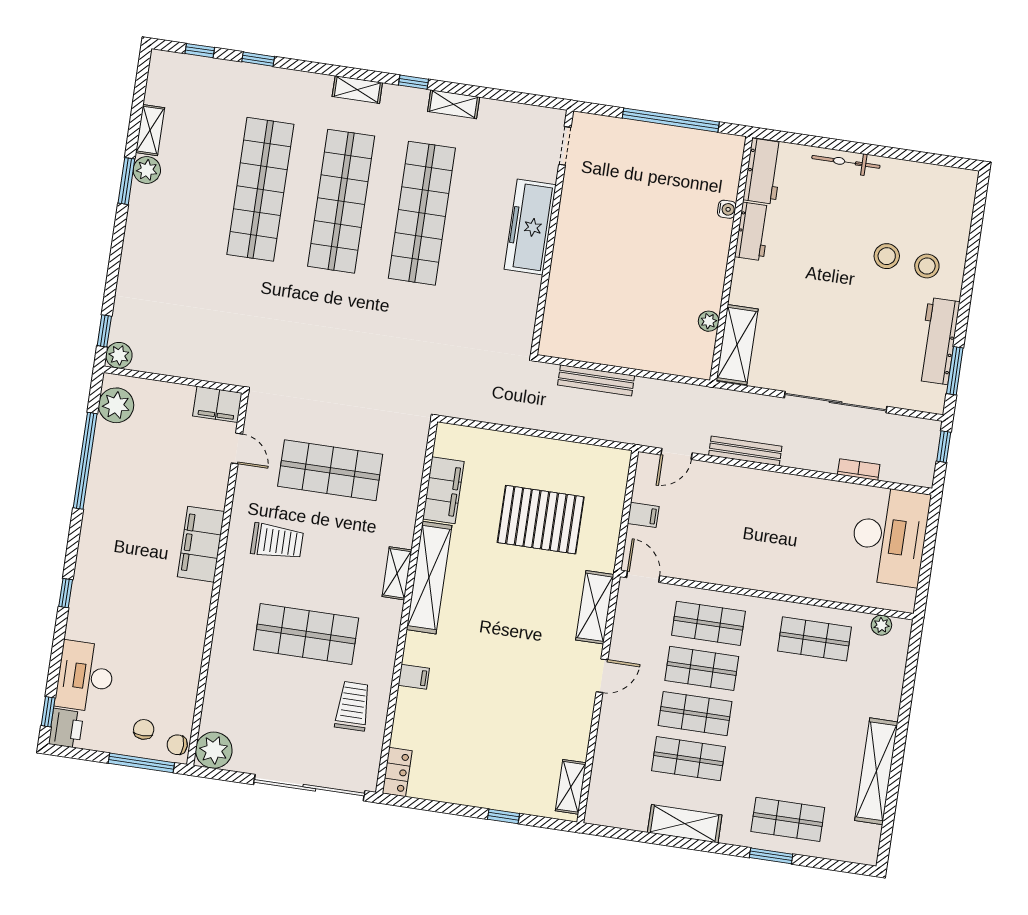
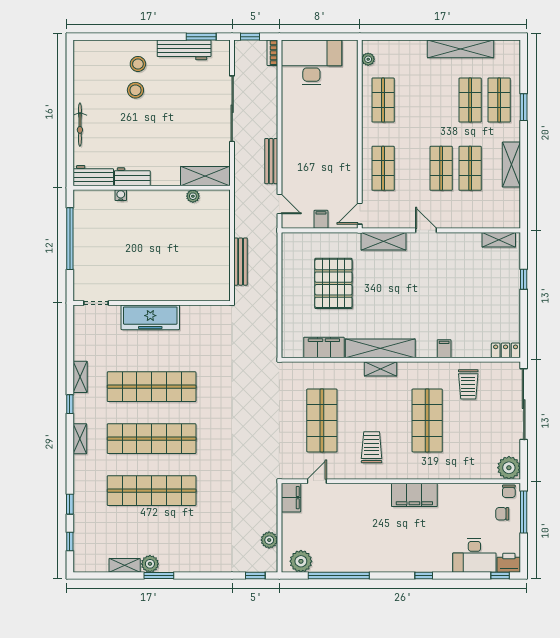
plant: (119, 355) -> (269, 540), moved
bookcase: (859, 470) -> (272, 53), moved
filing cabinet: (201, 544) -> (414, 495), moved
shop shelf: (702, 668) -> (470, 100), moved
trolley: (353, 706) -> (468, 384), turned -90

